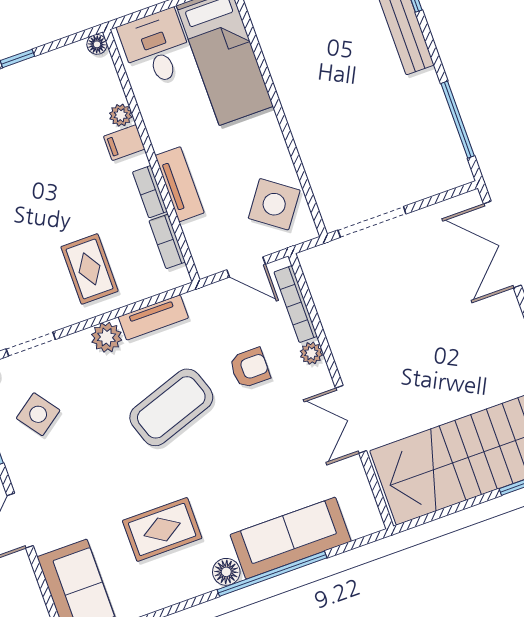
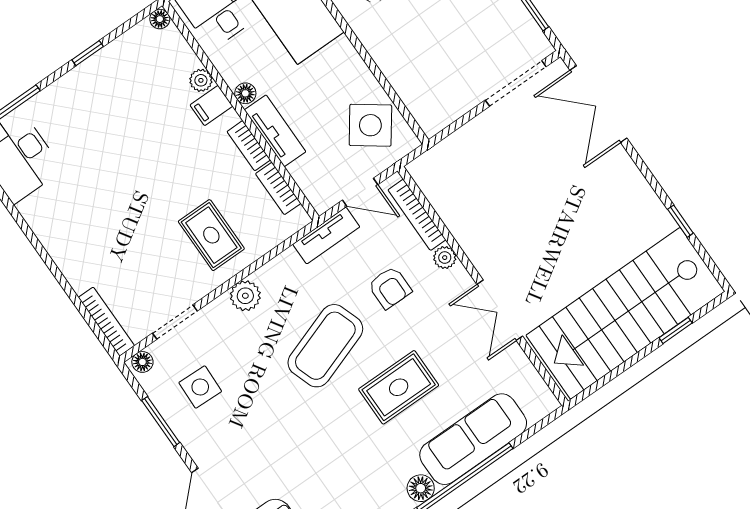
floor lamp: (161, 140) -> (245, 93), added
doorway: (372, 222) -> (516, 83), moved
tv unit: (153, 317) -> (326, 236), moved
armchair: (250, 368) -> (390, 288), turned 90
side table: (38, 414) -> (200, 387), turned 38
rug: (162, 529) -> (399, 387), moved

